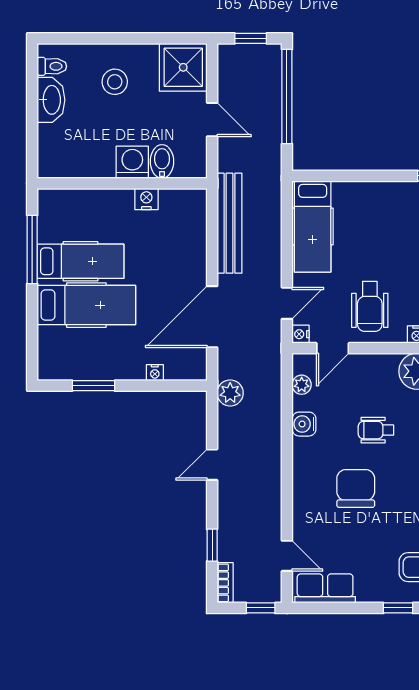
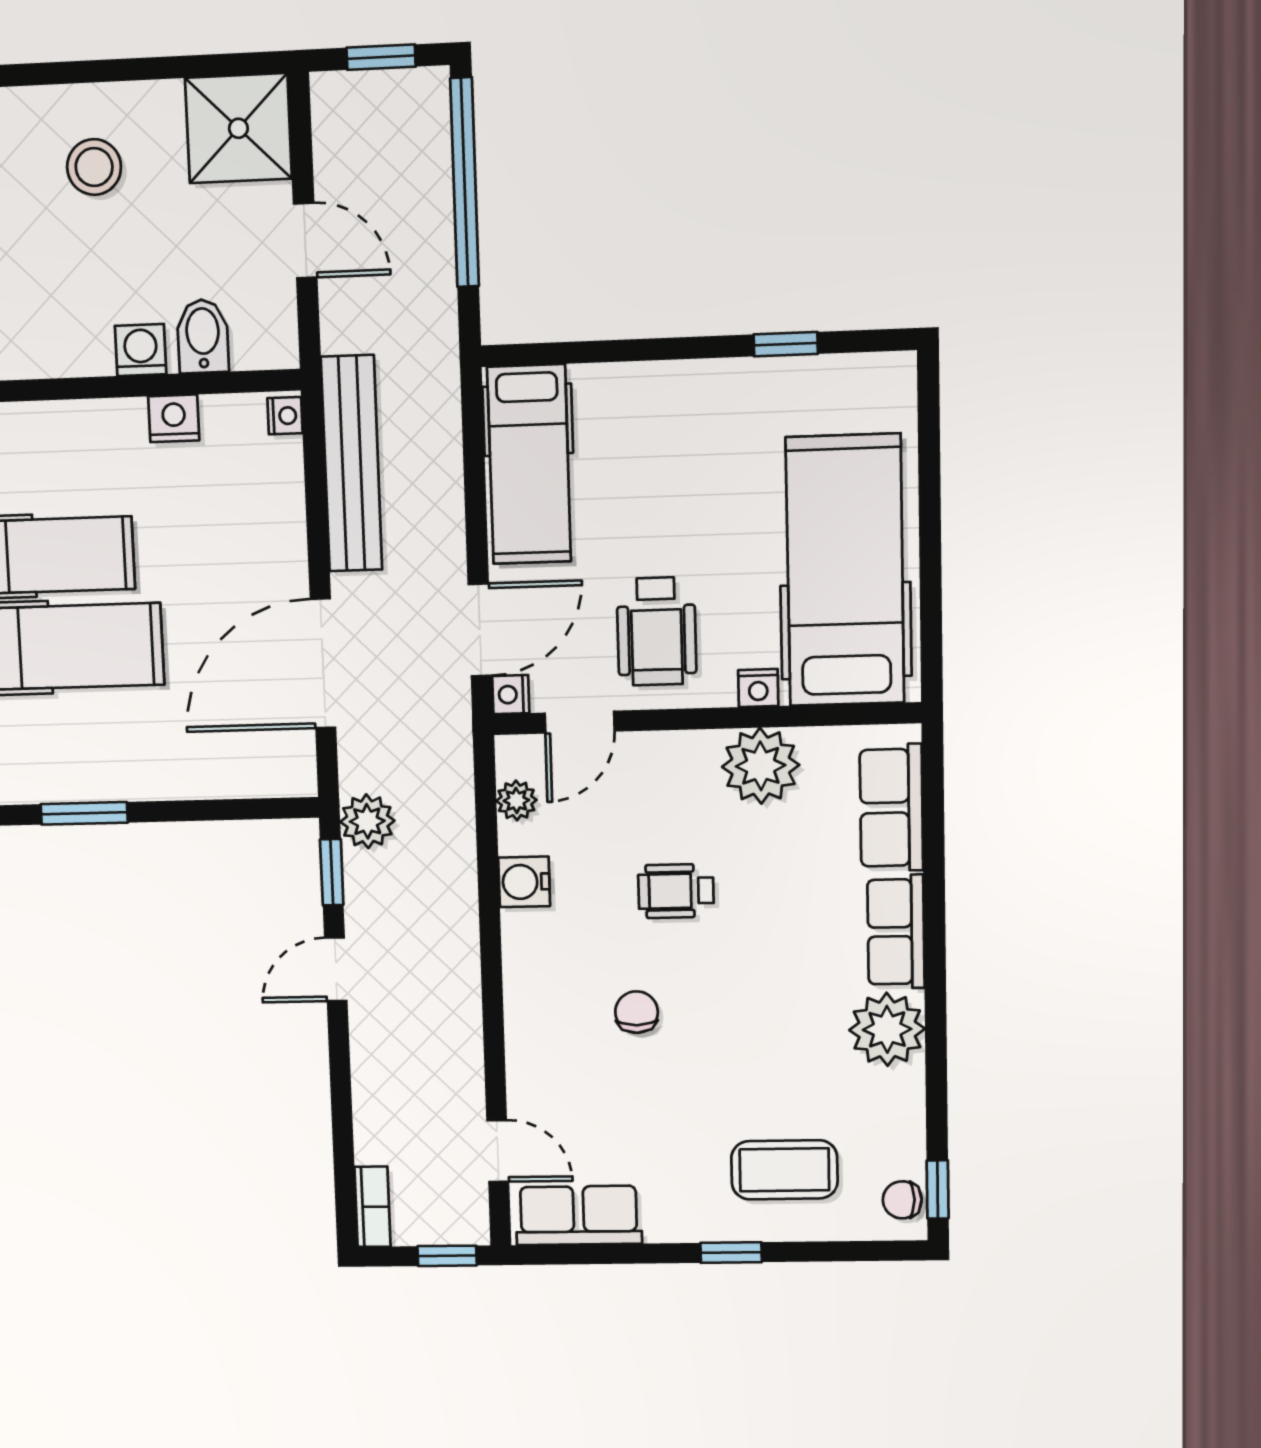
washing machine: (132, 162) -> (141, 350), width x0.73, depth x0.73
door: (287, 303) -> (480, 630), width x1.38
nightstand: (155, 373) -> (285, 416), moved, turned -90
chair: (356, 488) -> (637, 1012), width x0.54, depth x0.54
window: (212, 545) -> (332, 872), moved

